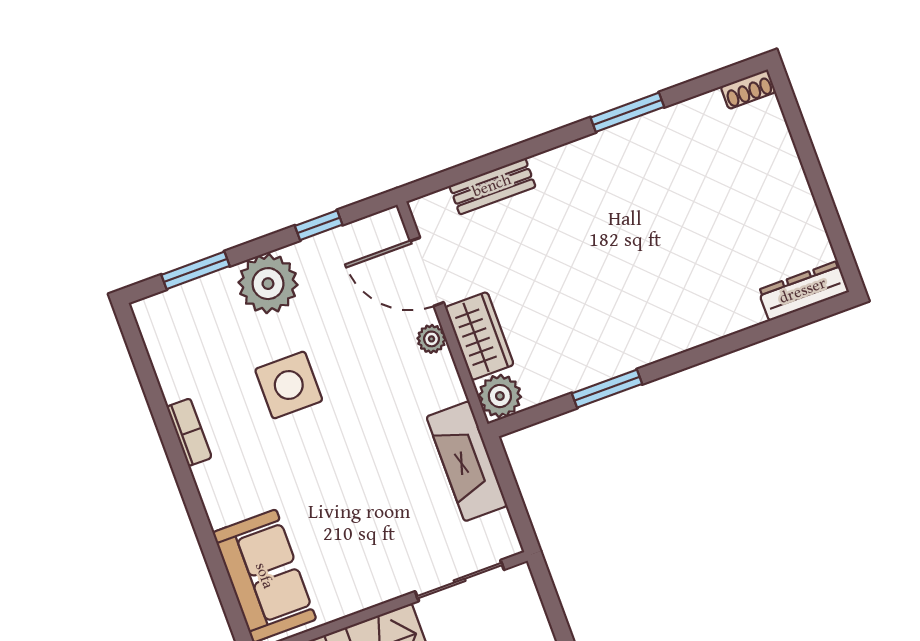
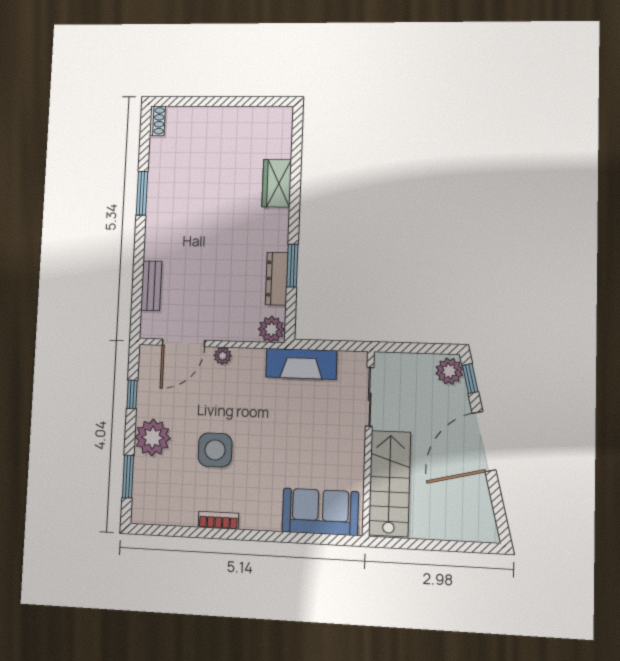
dresser: (803, 291) -> (277, 279), moved
wardrobe: (479, 336) -> (277, 183), moved, turned -90

